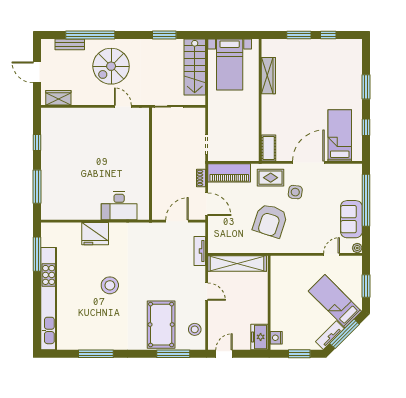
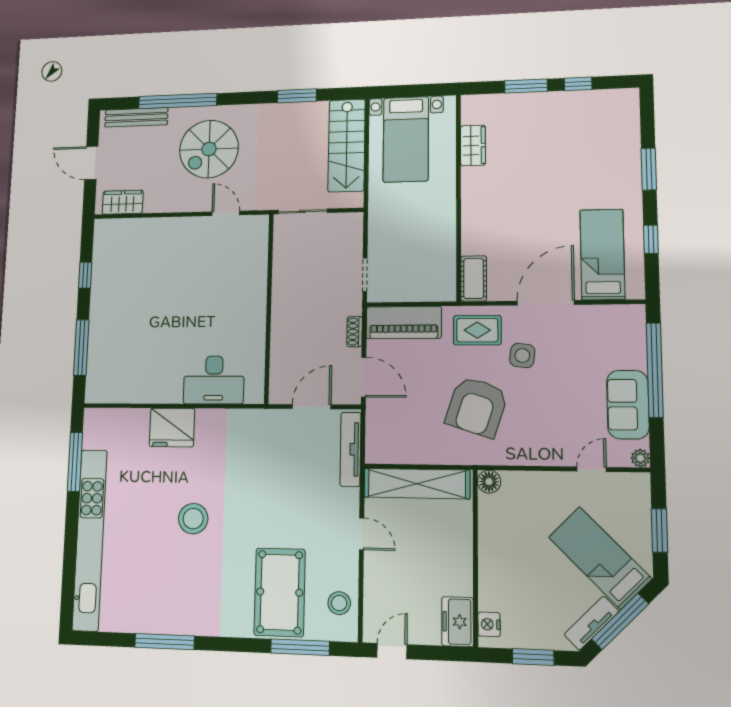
bench: (70, 44) -> (136, 117), width x1.36
wardrobe: (268, 76) -> (473, 145), width x0.67
tv unit: (200, 251) -> (350, 449), width x1.41
floor lamp: (277, 262) -> (489, 482), added

